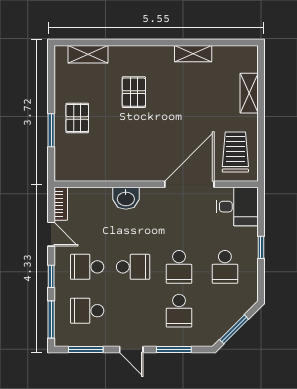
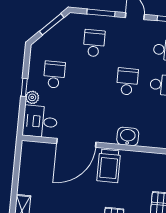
trolley: (235, 152) -> (109, 166), moved
plant: (250, 236) -> (32, 97), added
school desk: (133, 267) -> (127, 82), turned 90
school desk: (179, 267) -> (91, 78), removed

